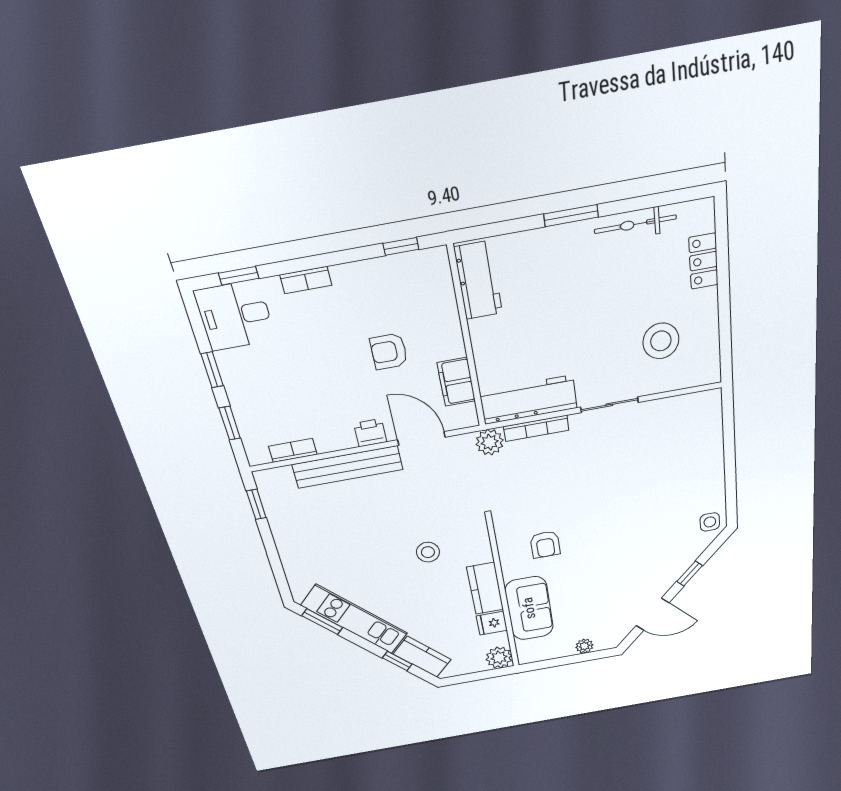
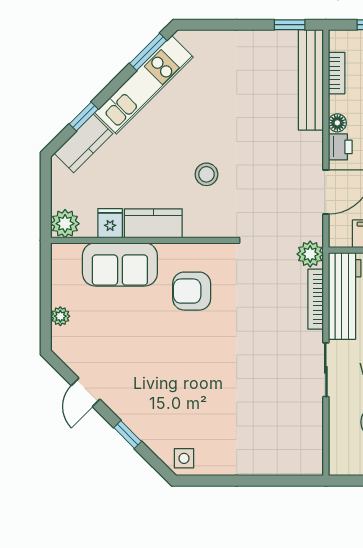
floor lamp: (345, 440) -> (337, 123), added
bench: (348, 467) -> (311, 80), moved
armchair: (545, 544) -> (192, 291), width x1.38, depth x1.38
door: (653, 614) -> (86, 392), width x0.73

